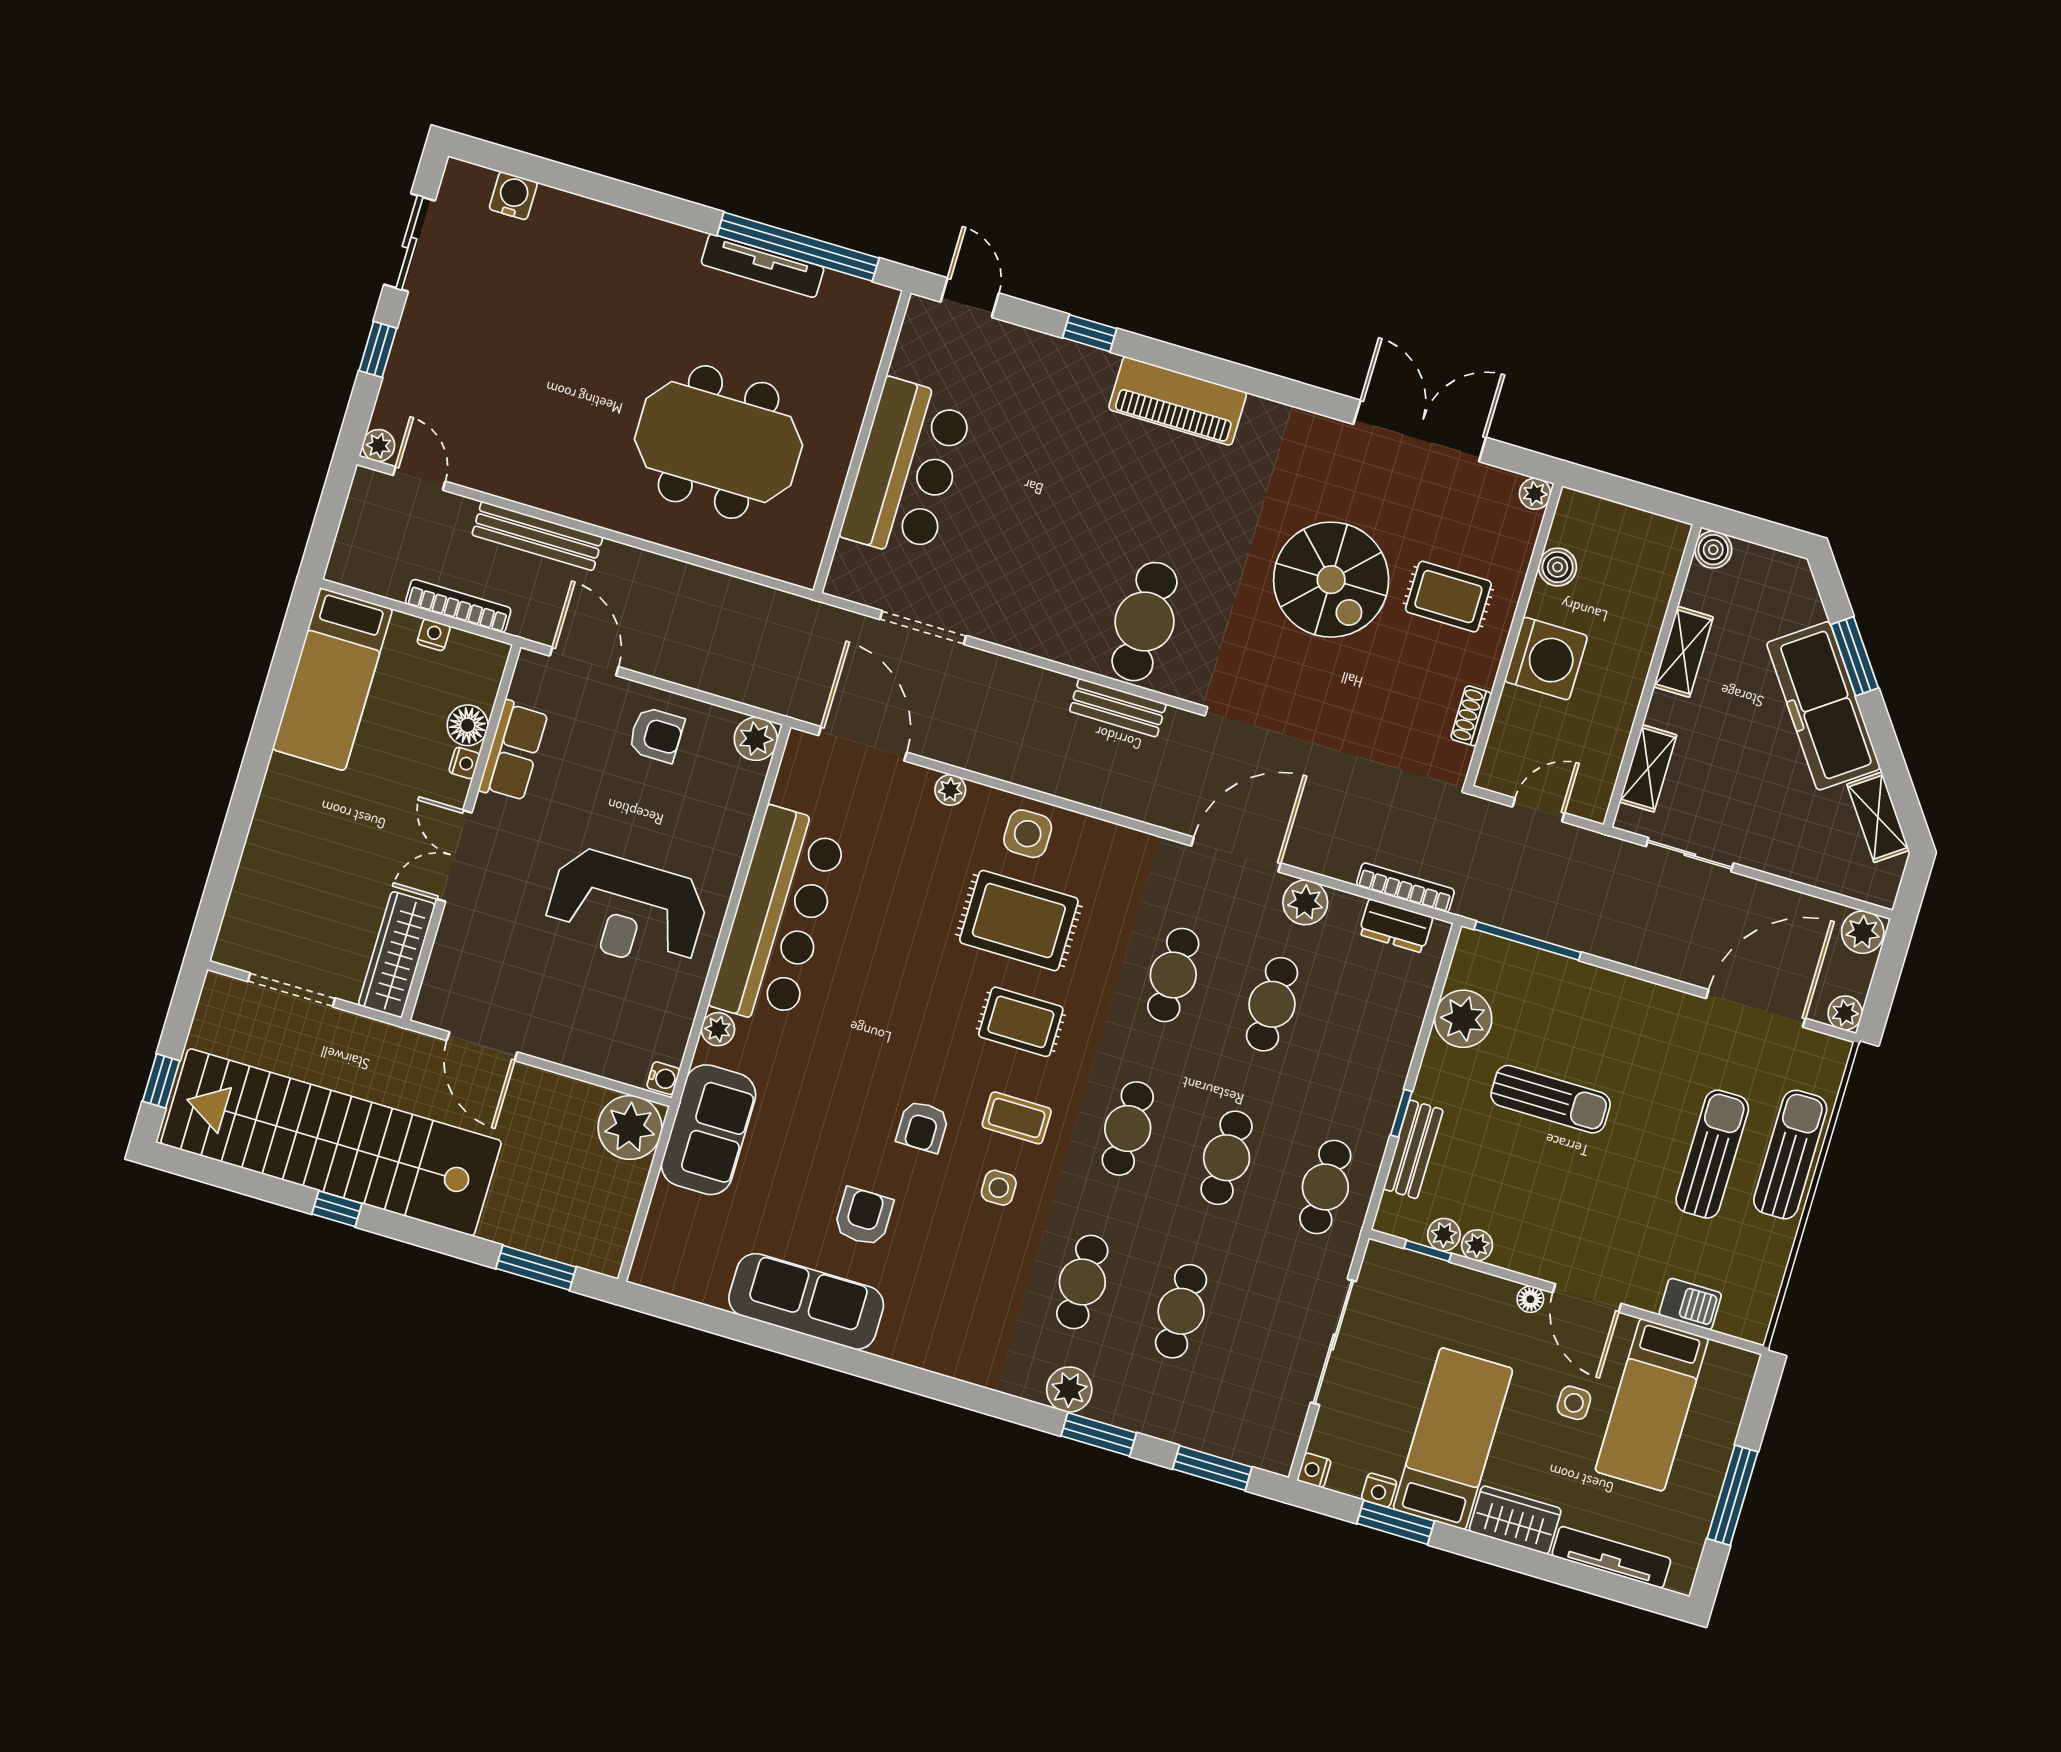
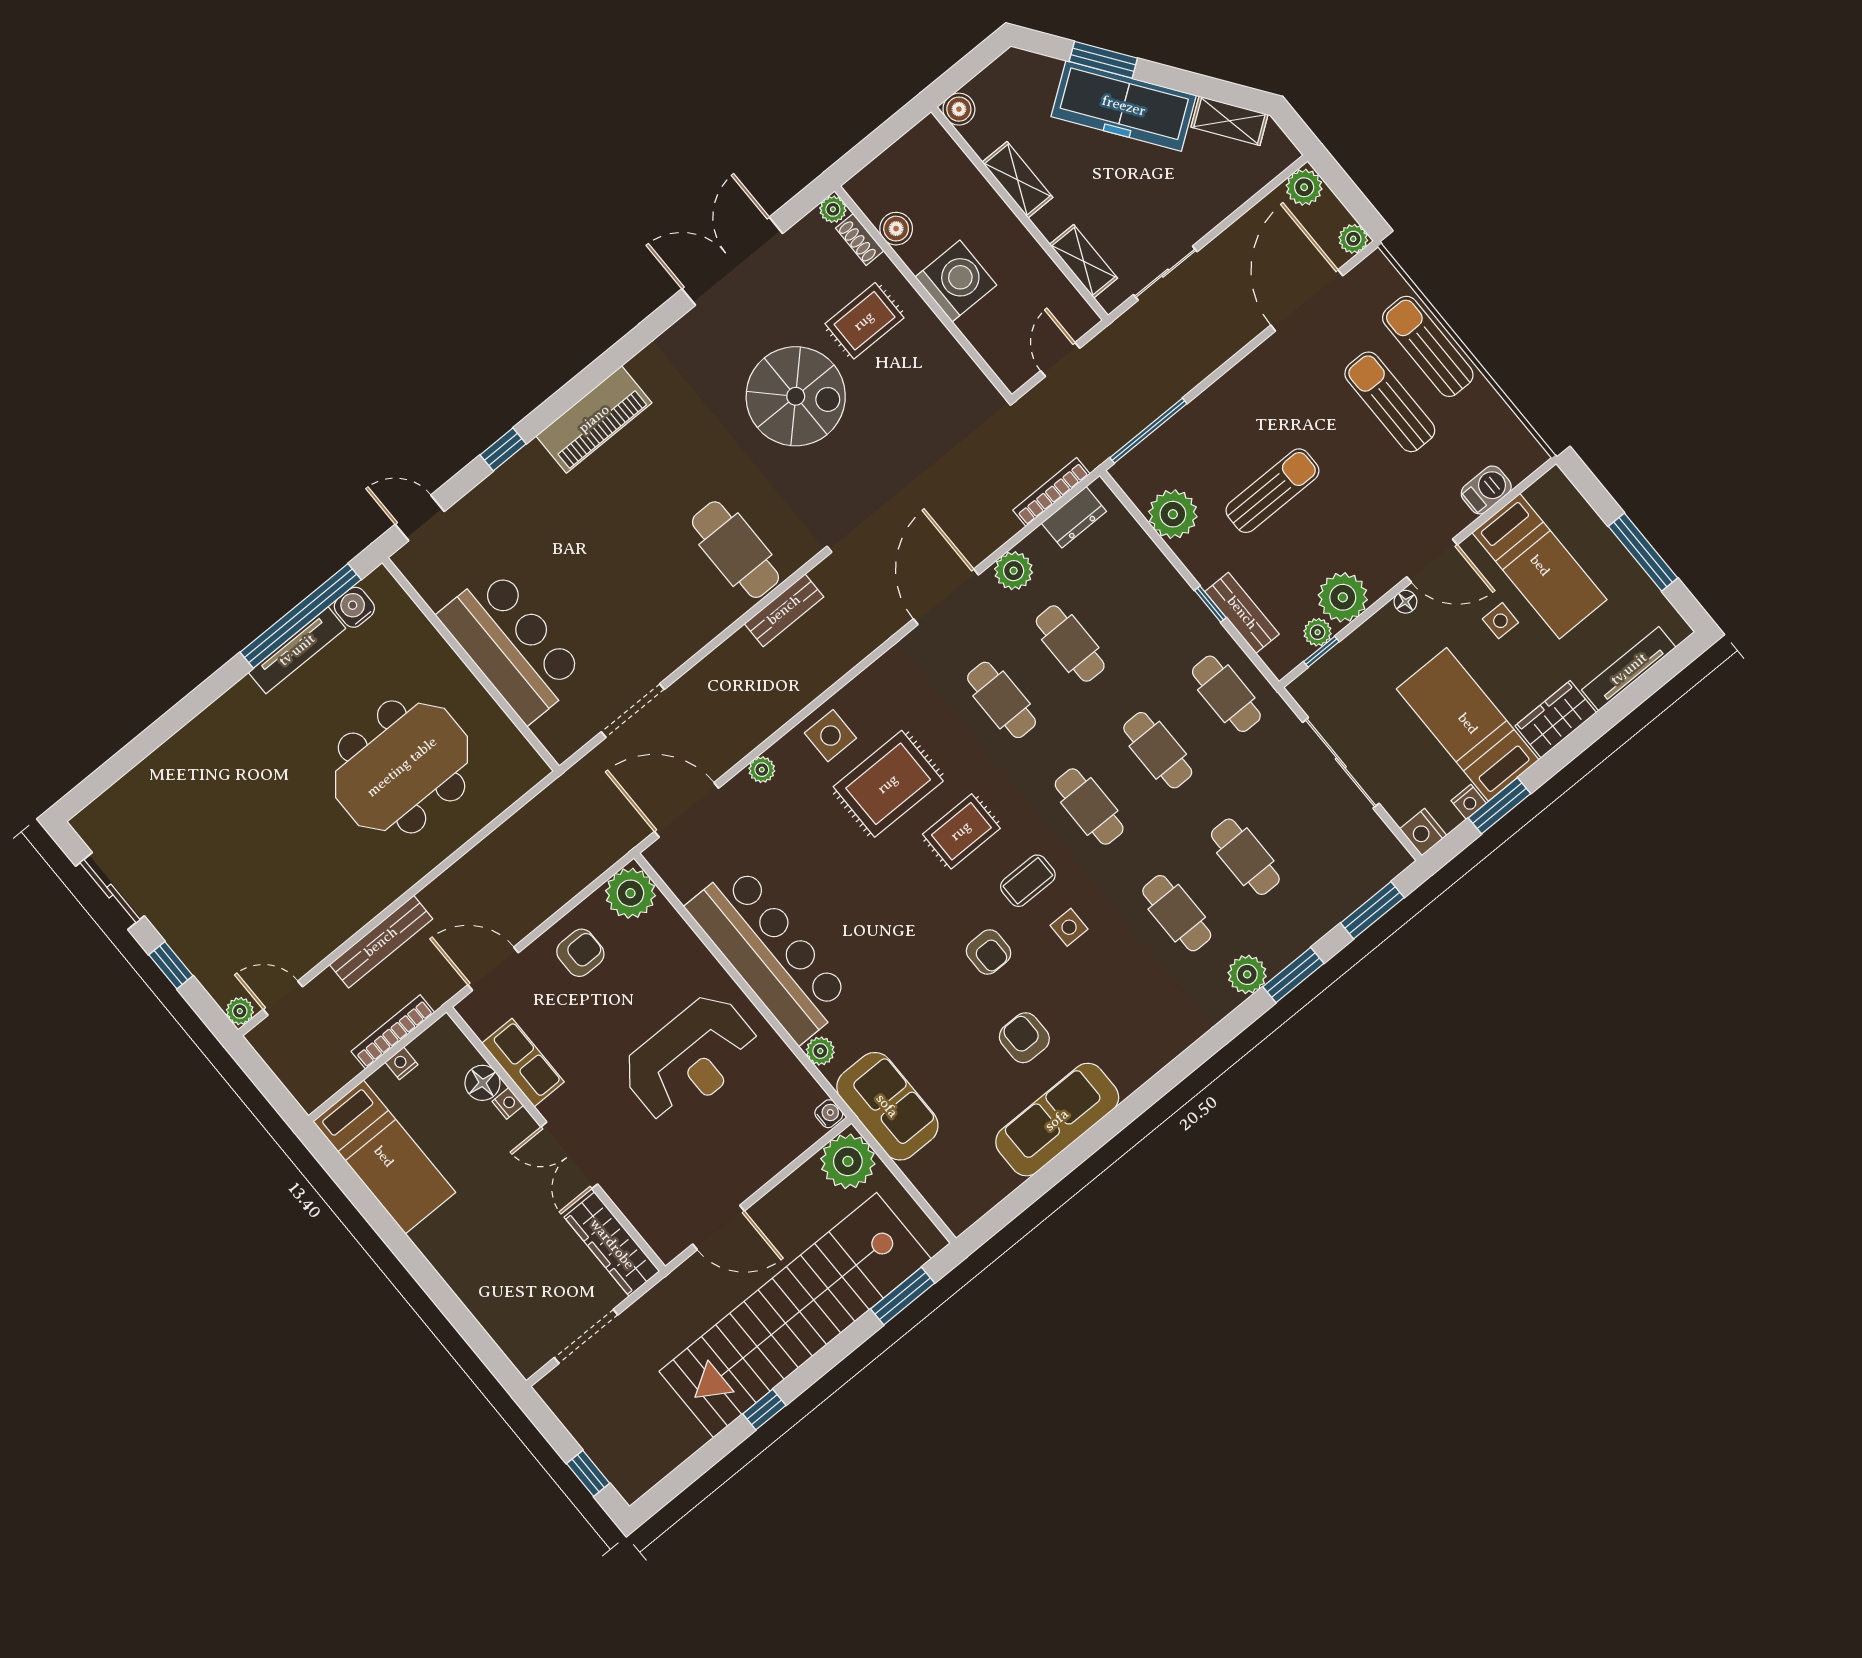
water cooler: (513, 196) -> (354, 607), moved
shoe rack: (1471, 716) -> (860, 239), moved
plant: (756, 739) -> (630, 893), width x1.36, depth x1.36
stairs: (331, 1142) -> (795, 1315), moved
plant: (1477, 1245) -> (1343, 597), width x1.87, depth x1.87
nightstand: (1314, 1470) -> (1423, 832), width x1.39, depth x1.35

